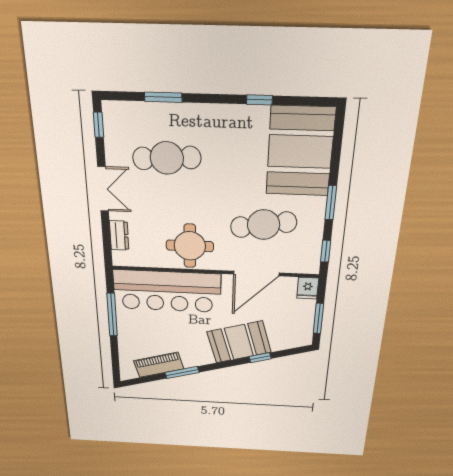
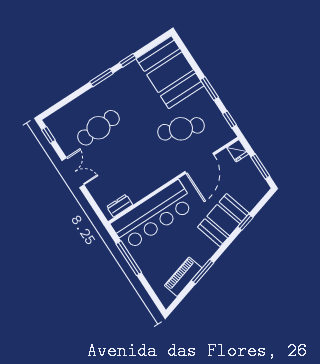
window: (163, 97) -> (101, 78), moved
cafe table: (264, 225) -> (181, 129), turned 30
dresser: (119, 235) -> (120, 206), moved, turned -90
round table: (190, 246) -> (147, 173), removed

